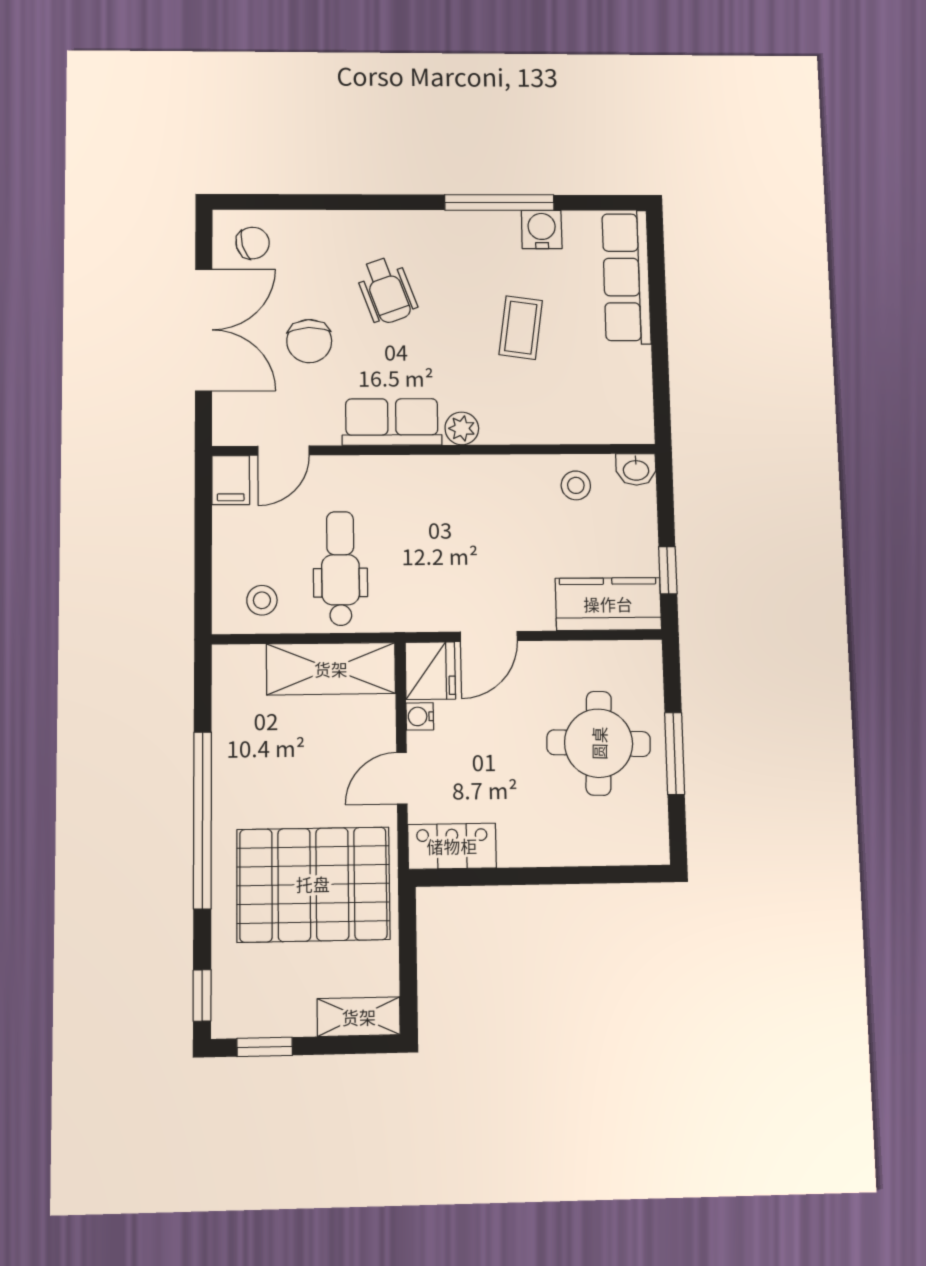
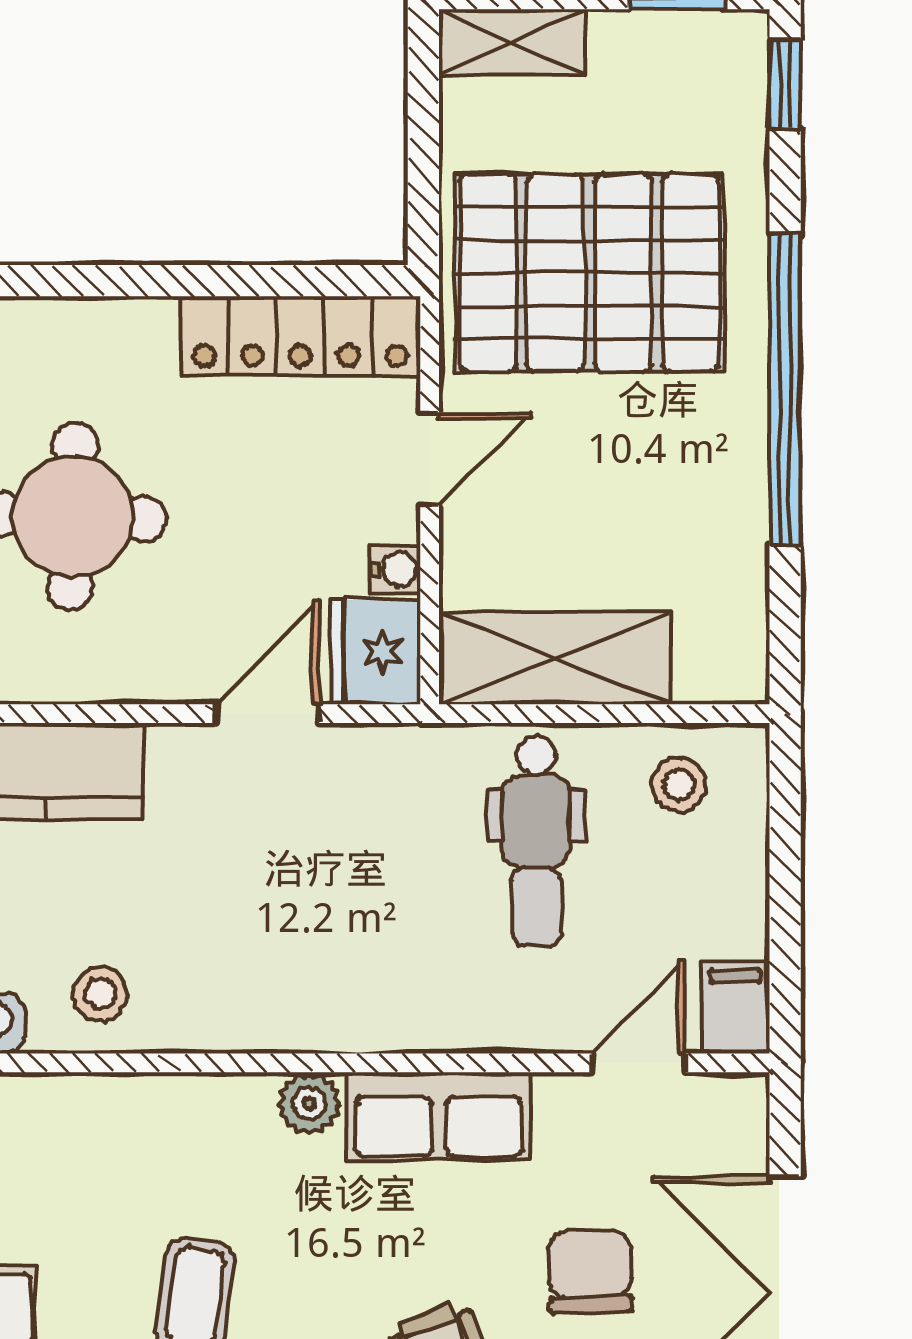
locker: (452, 846) -> (300, 336), width x1.53

